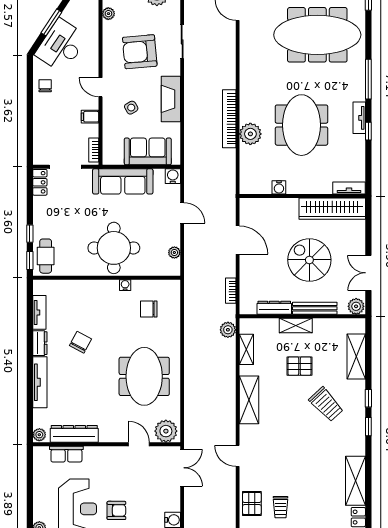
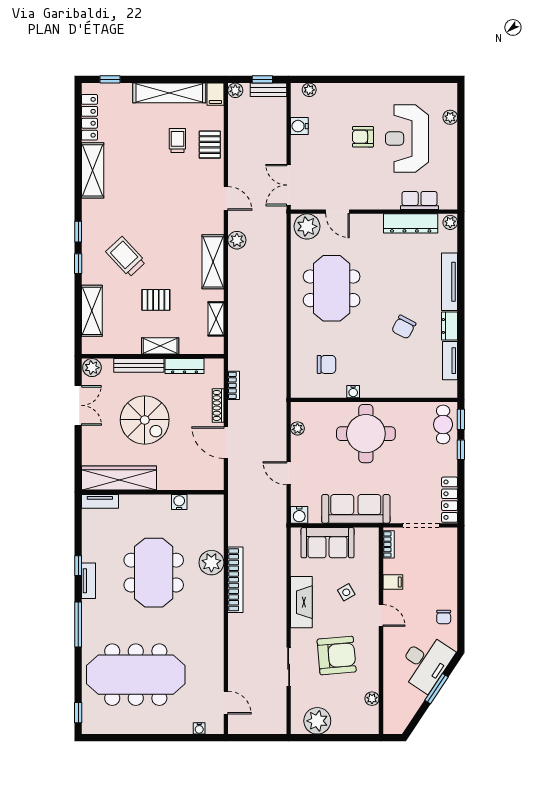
locker: (40, 182) -> (450, 500), width x1.53
shoe rack: (245, 273) -> (218, 405), added
plant: (228, 330) -> (237, 240), moved

